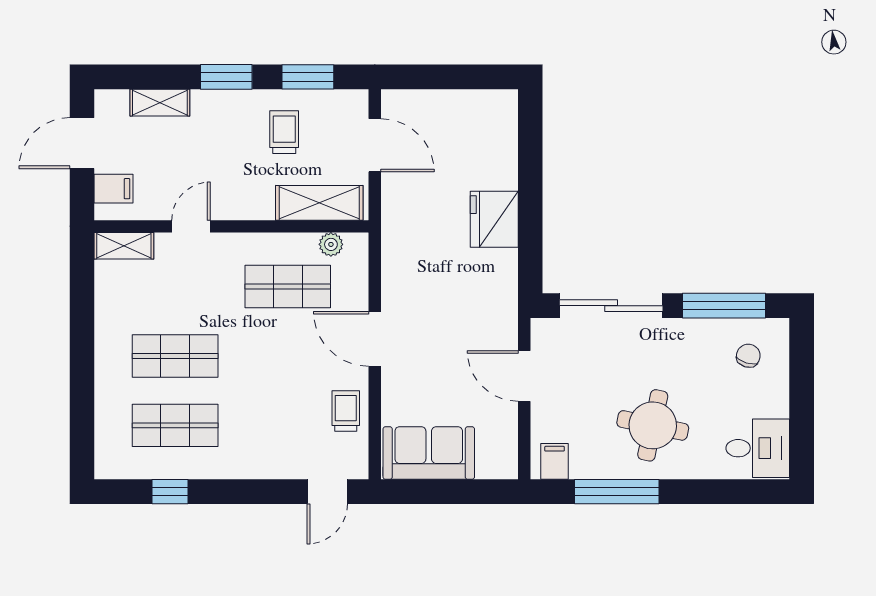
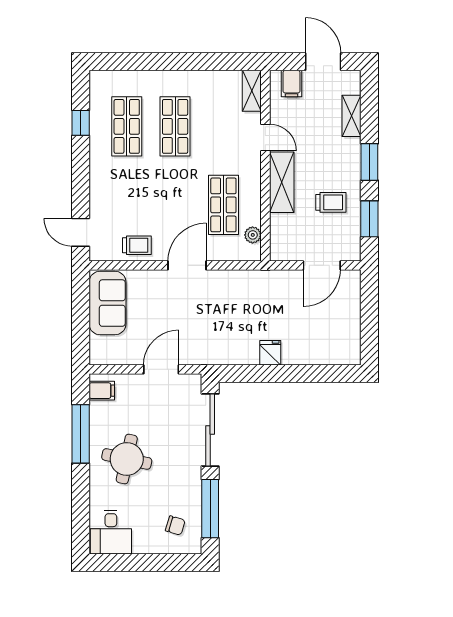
shelving: (319, 203) -> (282, 182), moved
fridge: (494, 219) -> (270, 353), width x0.53, depth x0.75

